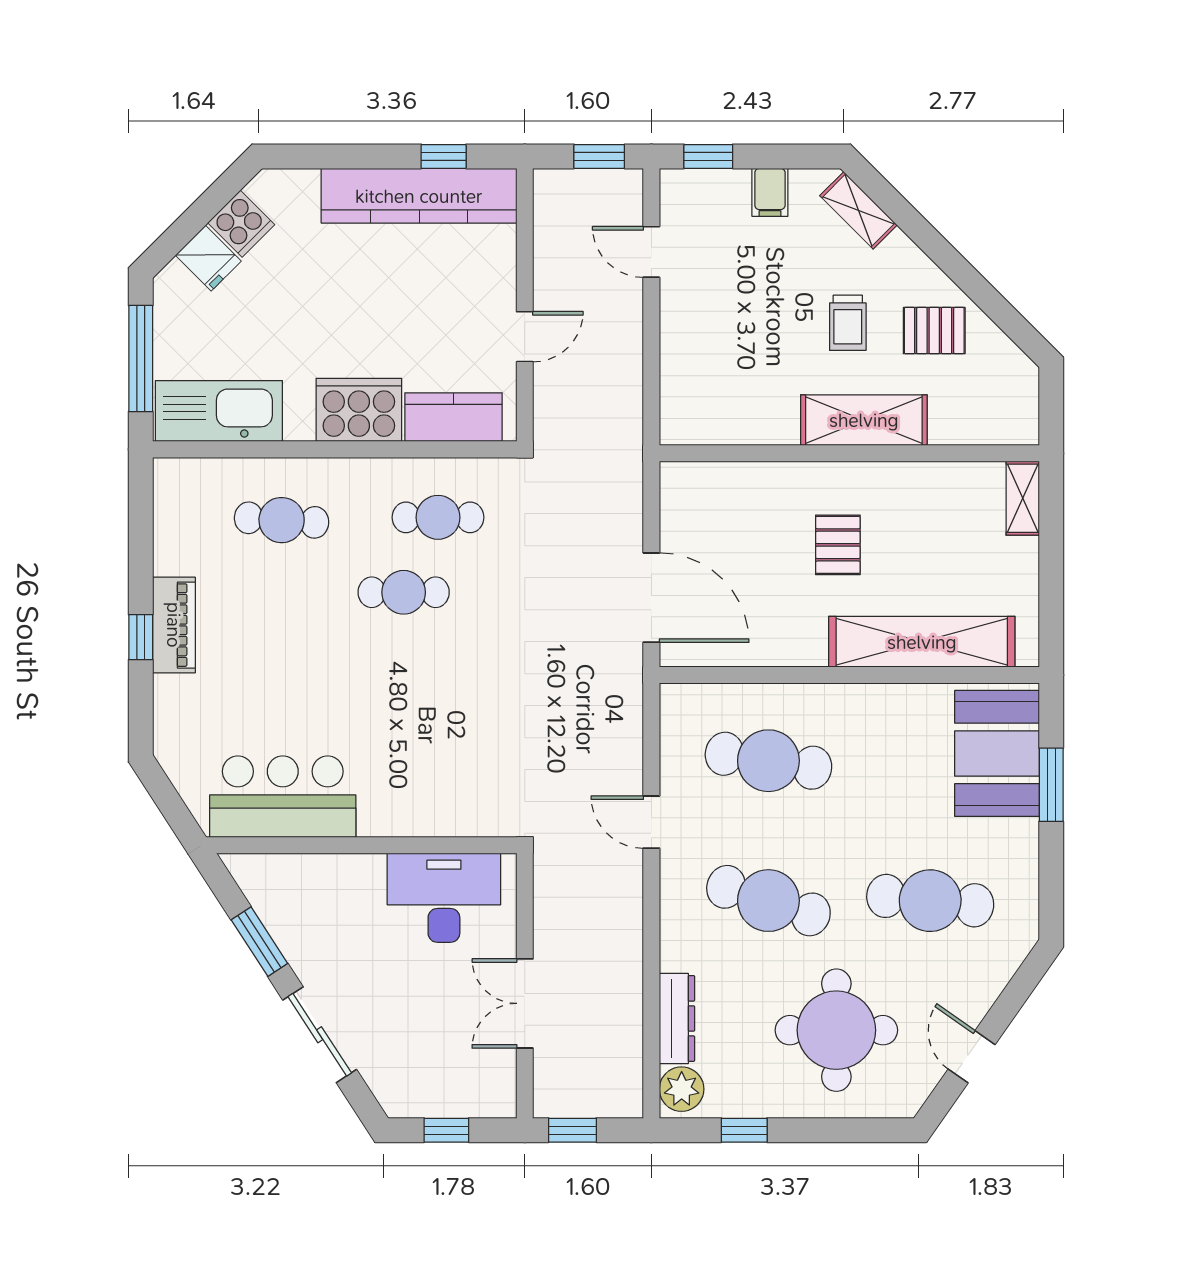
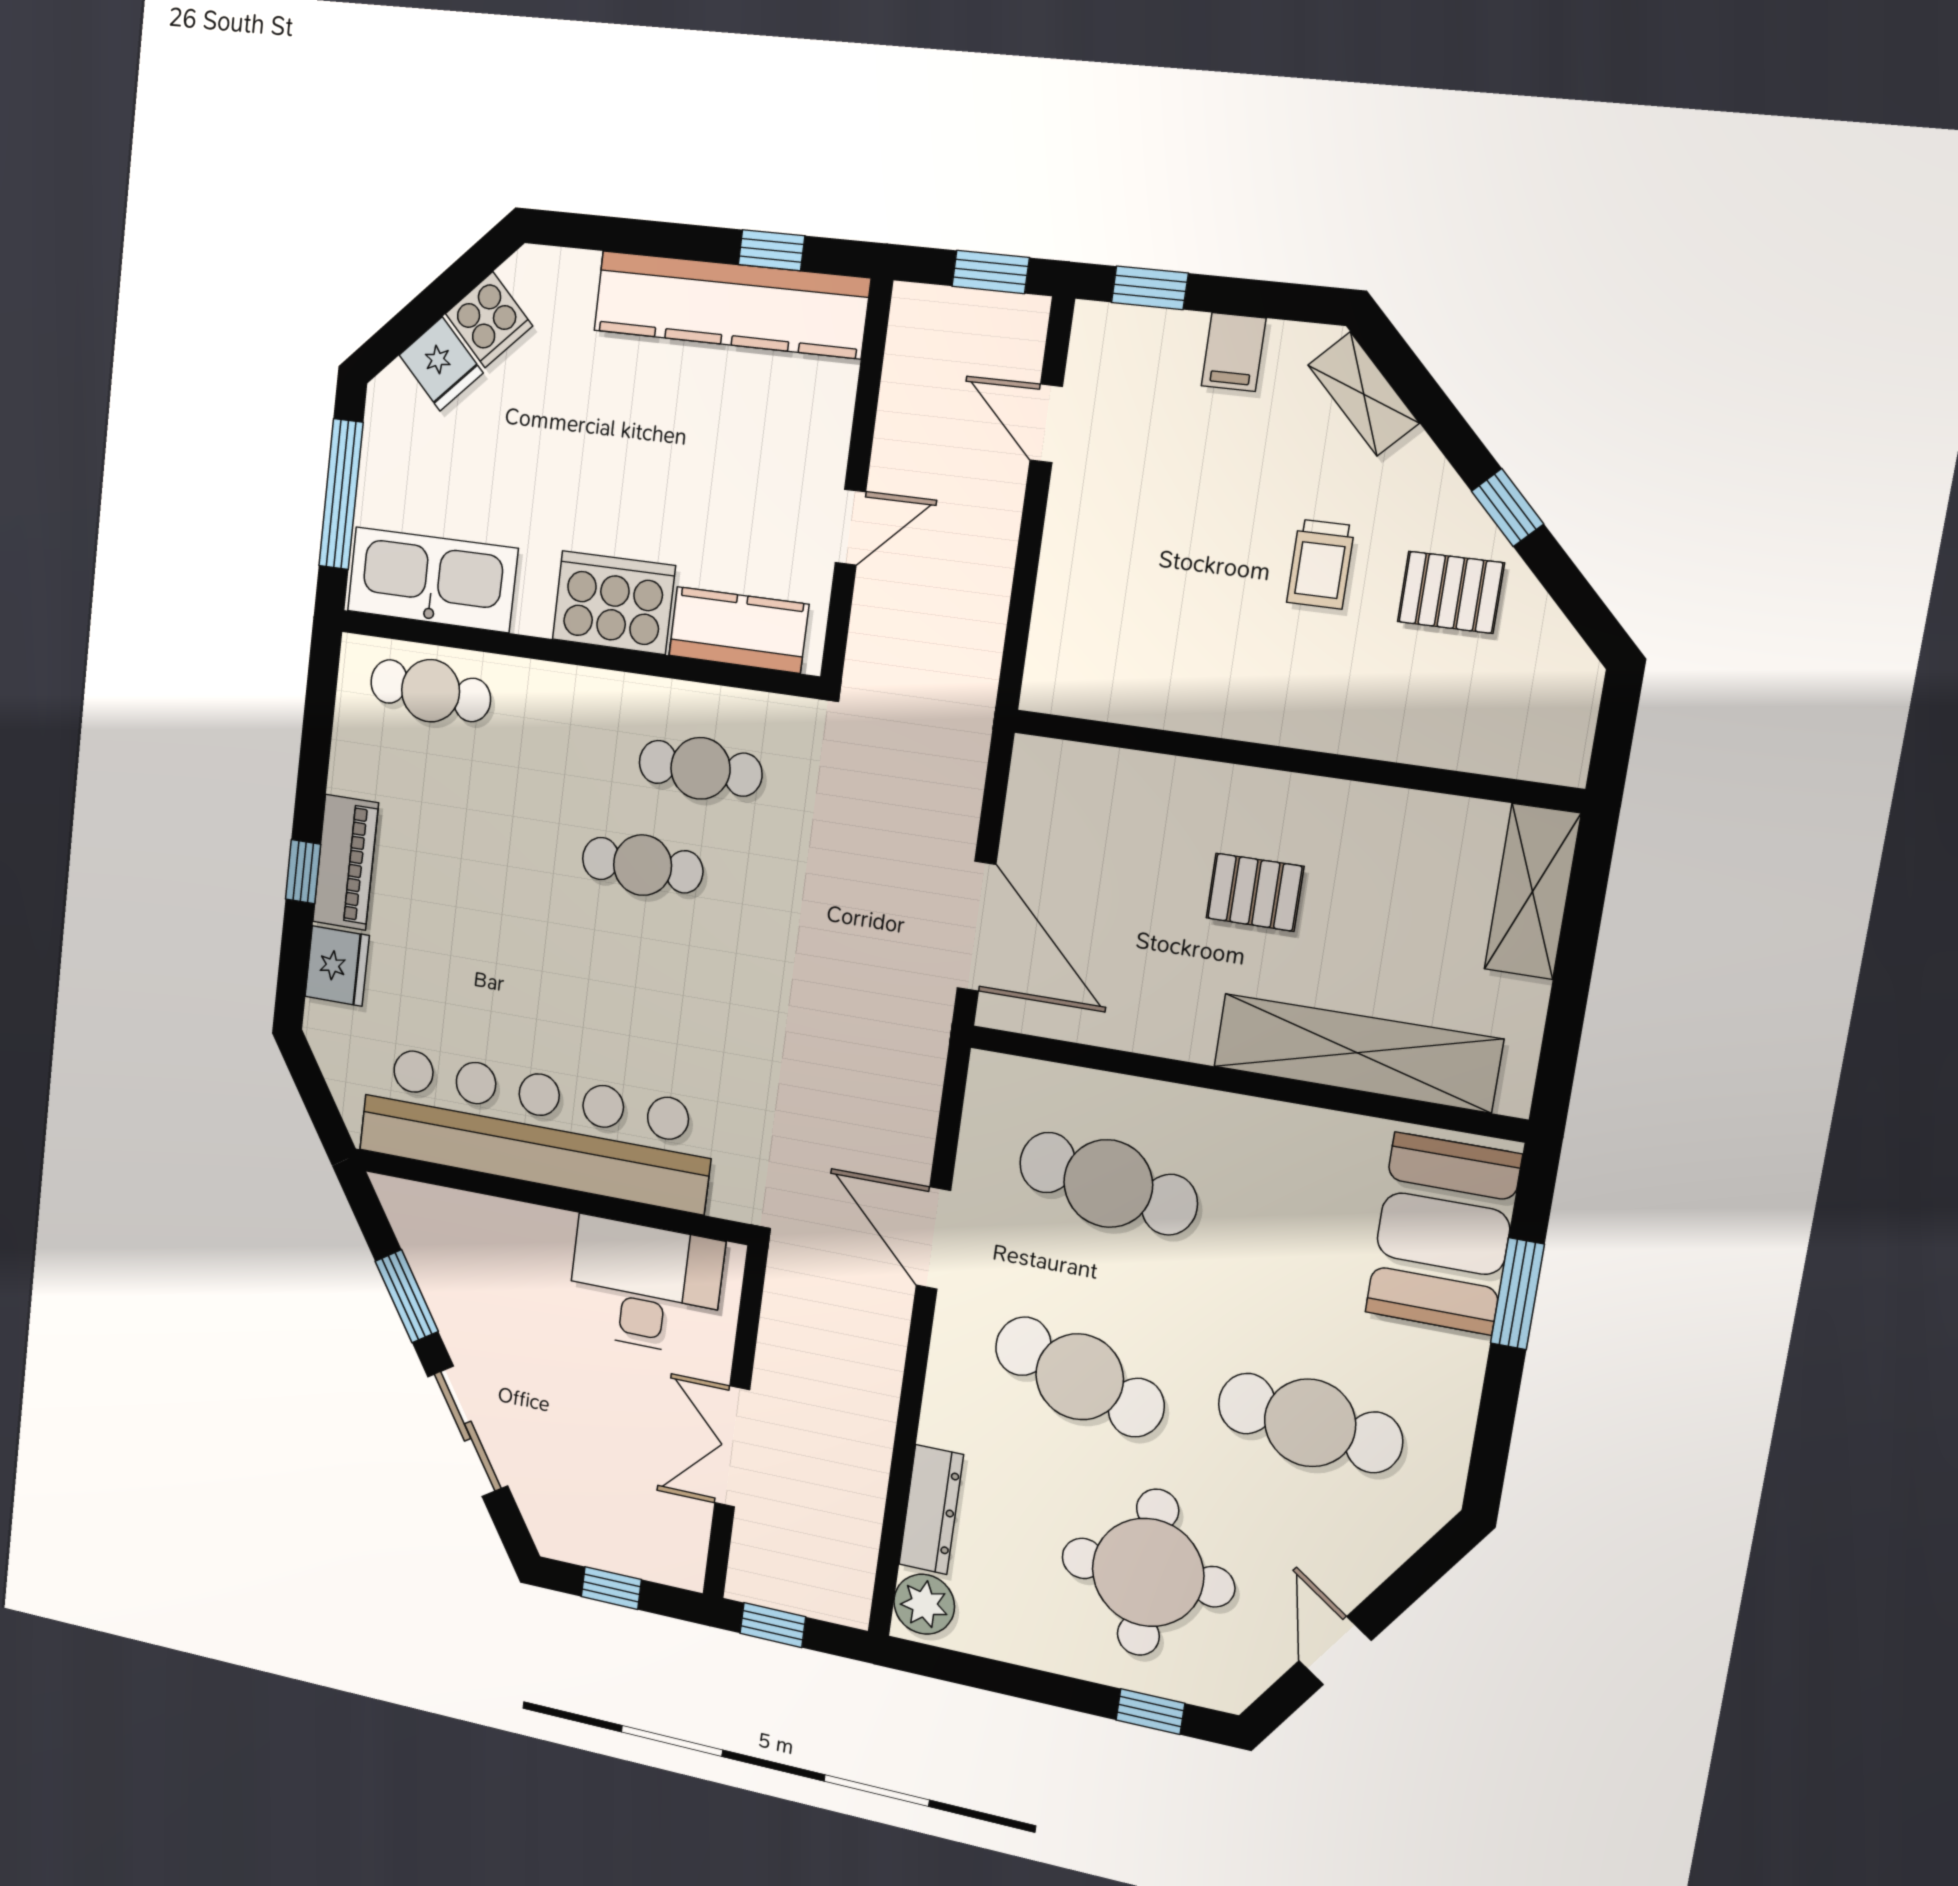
window: (961, 272) -> (1508, 508), added
shelving: (864, 420) -> (1322, 714), removed
shelving: (1023, 498) -> (1532, 892), width x1.50, depth x1.33
cafe table: (282, 520) -> (431, 691), moved
pallet: (838, 545) -> (1255, 892), turned 90
fridge: (176, 703) -> (337, 966), added
bar counter: (283, 797) -> (535, 1128), width x1.86
door: (651, 822) -> (933, 1238), width x1.38
window: (744, 1130) -> (1150, 1712), moved

